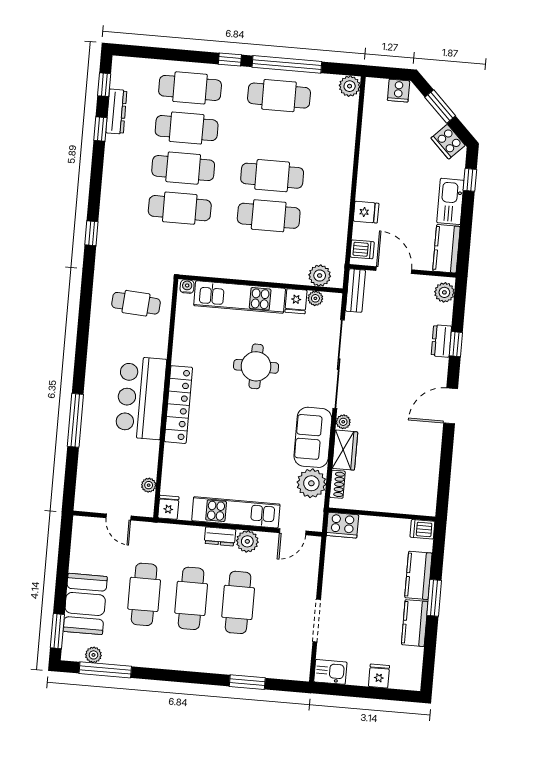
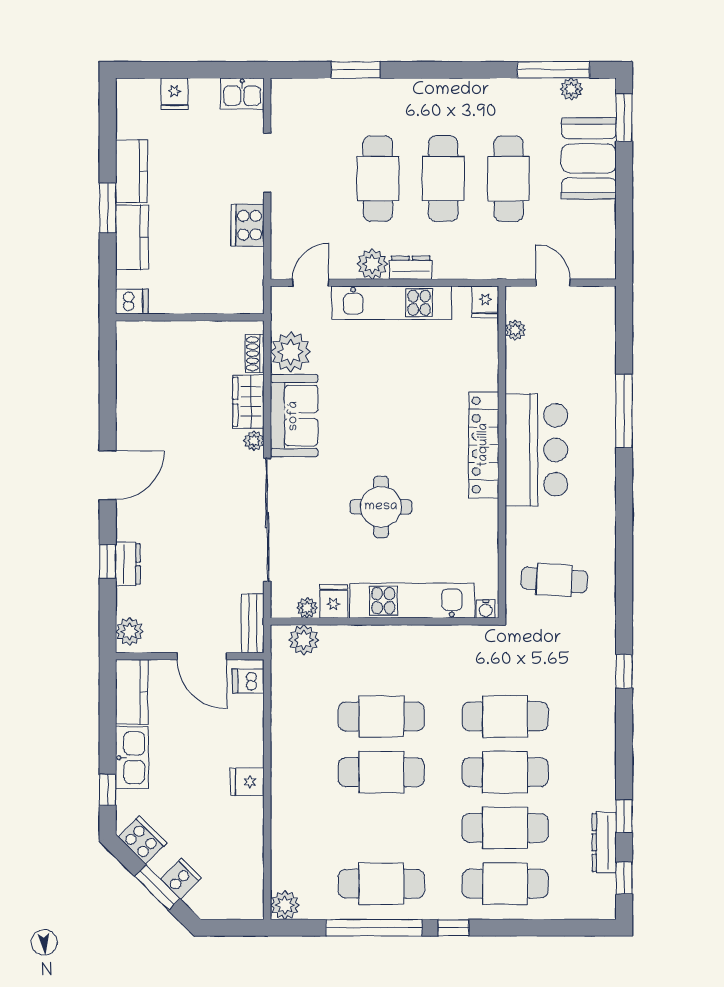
cooker: (399, 91) -> (181, 879), moved, turned 45
fridge: (366, 212) -> (247, 782), moved
cooker: (342, 525) -> (248, 225), moved, turned -90

